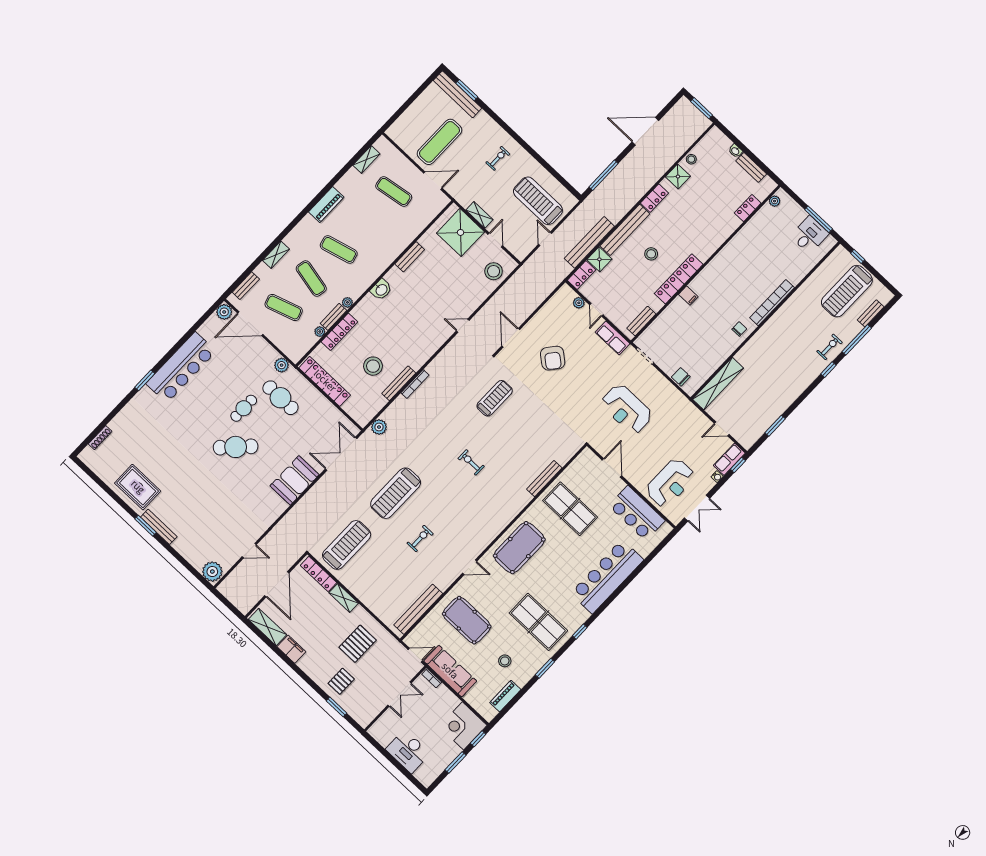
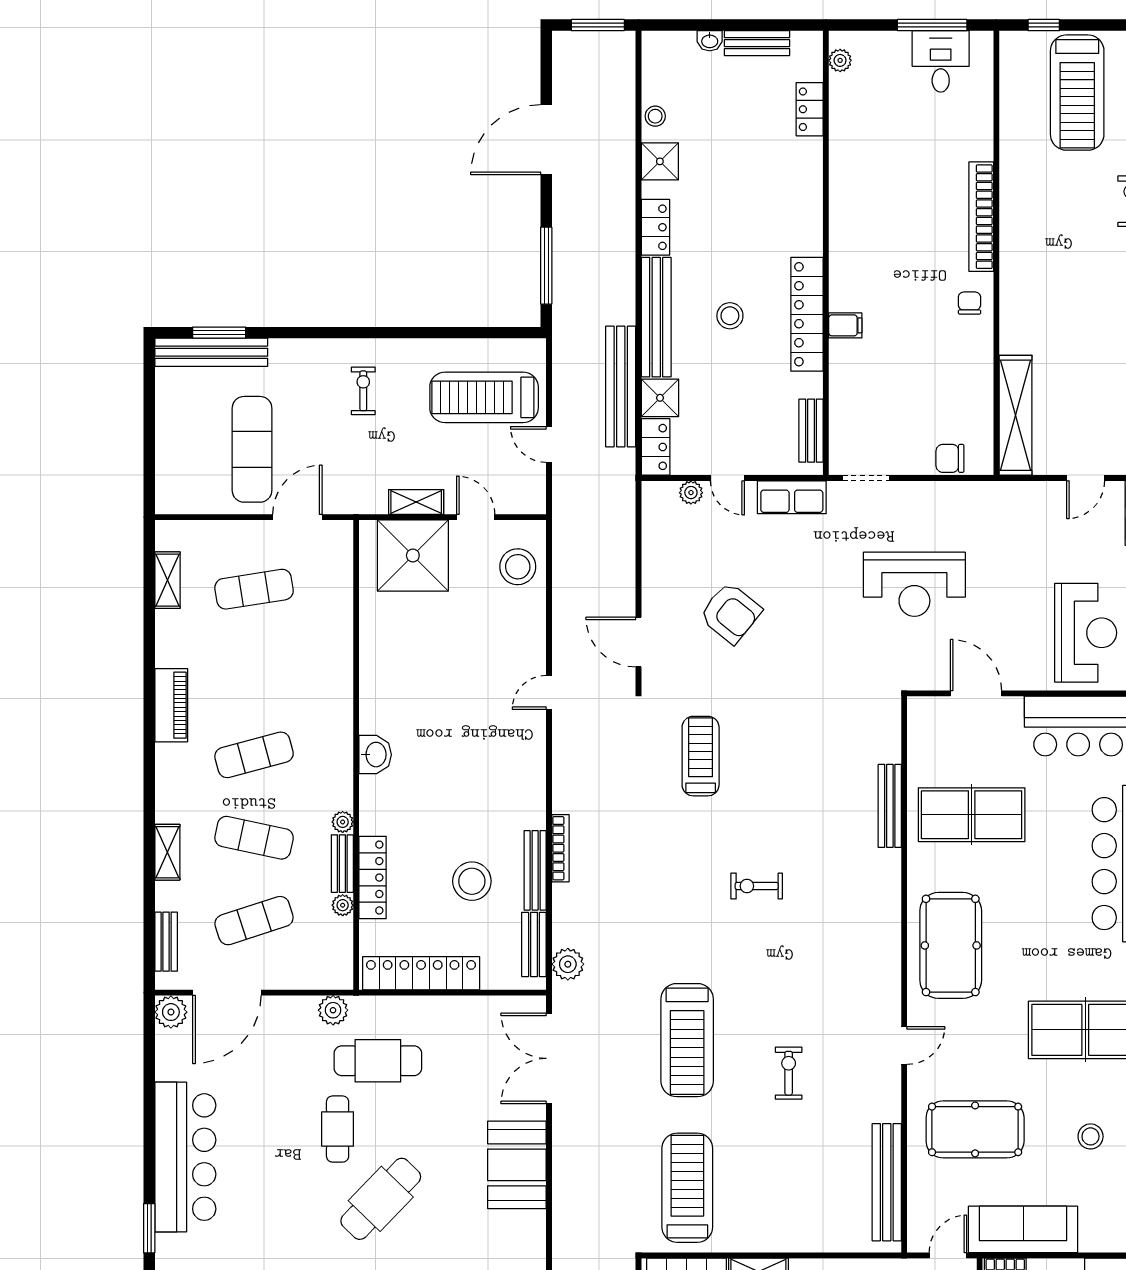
bench: (410, 257) -> (534, 944), moved

